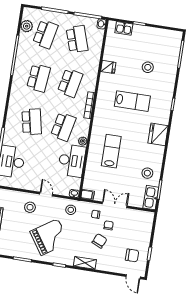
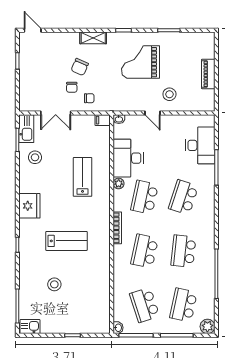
plant: (27, 26) -> (207, 326), moved
kitchen sink: (124, 28) -> (30, 327), moved
fridge: (108, 67) -> (102, 277), removed
lab bench: (132, 101) -> (67, 241), turned 180
school desk: (32, 122) -> (183, 197), turned 30
lab bench: (111, 151) -> (83, 177), turned 180
double door: (115, 205) -> (56, 113), moved
stool: (71, 210) -> (120, 99), removed
grand piano: (49, 237) -> (140, 62), turned 34
chair: (132, 255) -> (38, 56), removed

